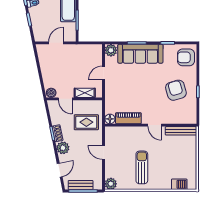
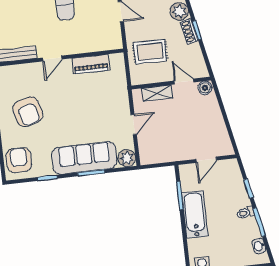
armchair: (186, 57) -> (19, 160), turned -90
floor lamp: (110, 119) -> (117, 60), removed
door: (155, 125) -> (52, 59), swing flipped

